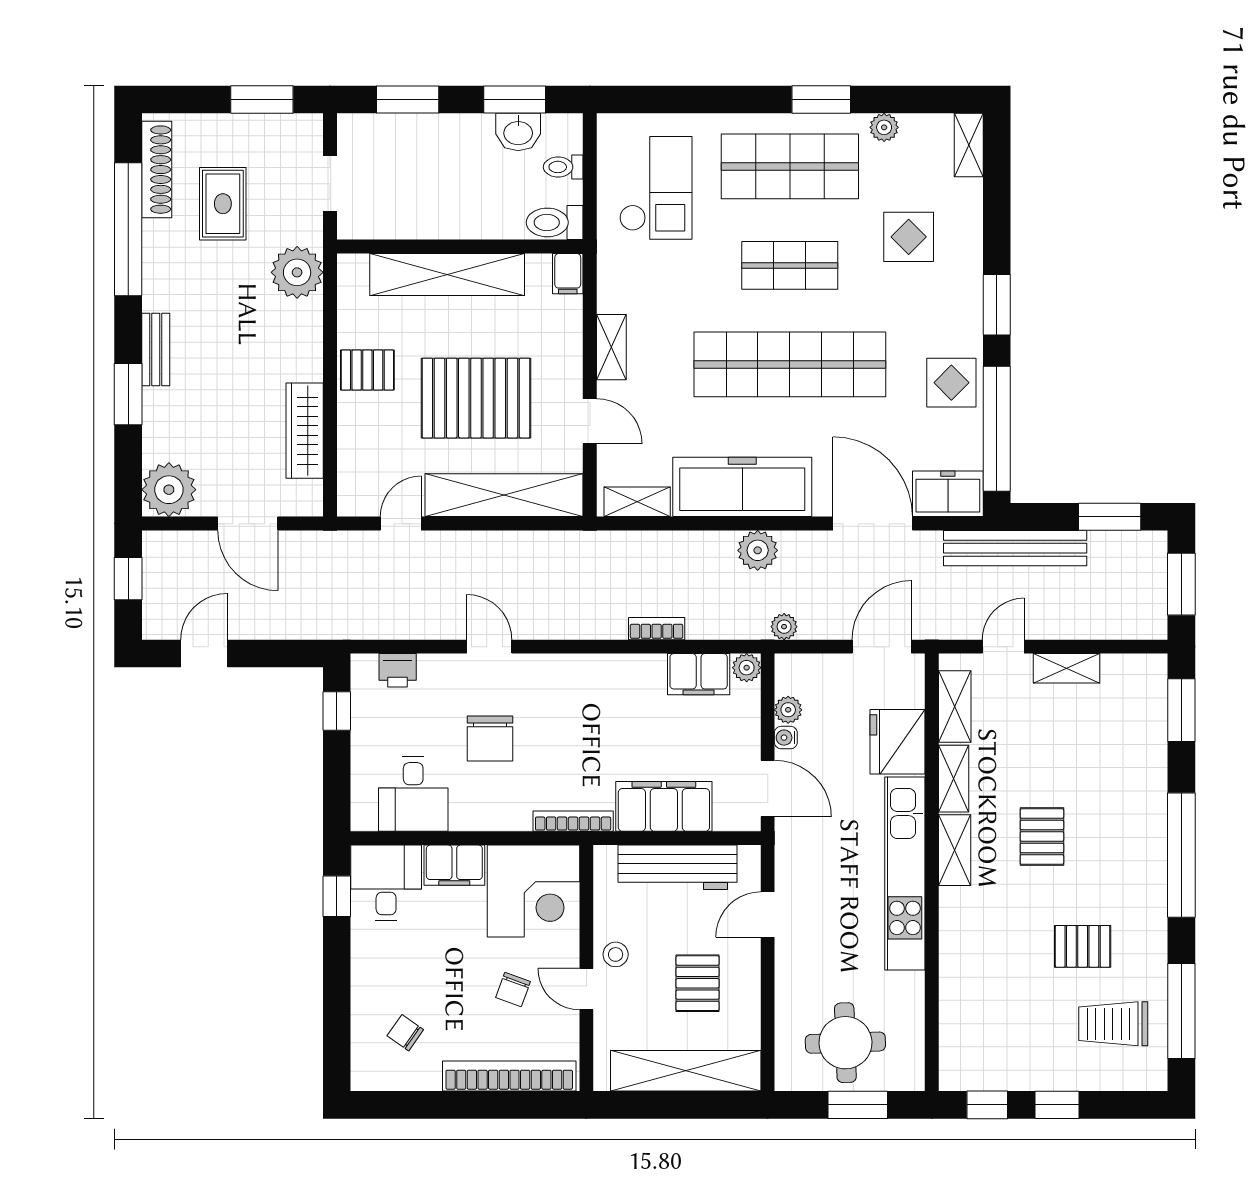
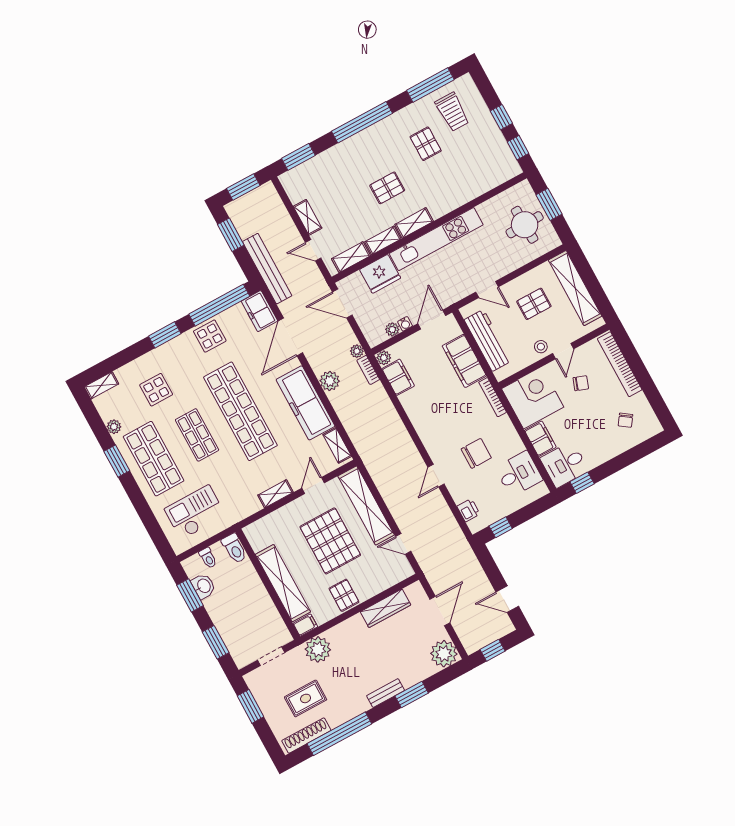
filing cabinet: (568, 274) -> (305, 625), moved
bookcase: (657, 629) -> (368, 370), moved

